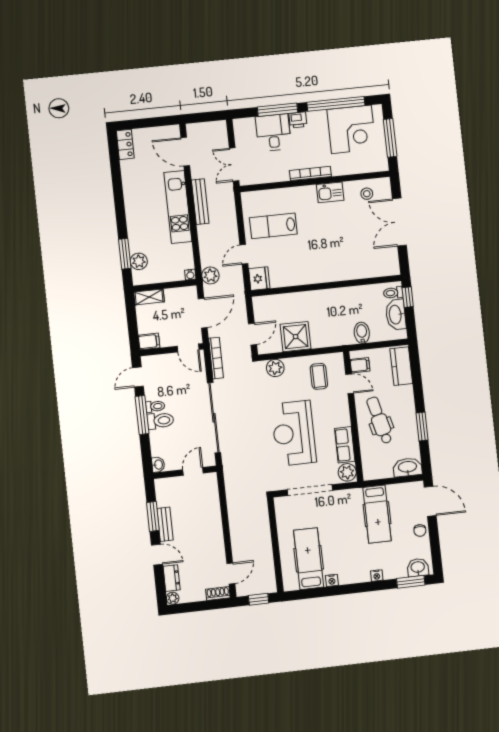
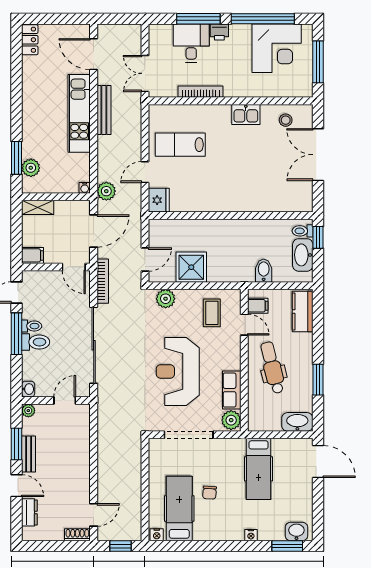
bookcase: (310, 173) -> (201, 92), moved
chair: (420, 530) -> (210, 493), moved
nightstand: (332, 580) -> (157, 535), moved
plant: (173, 598) -> (28, 411), moved

